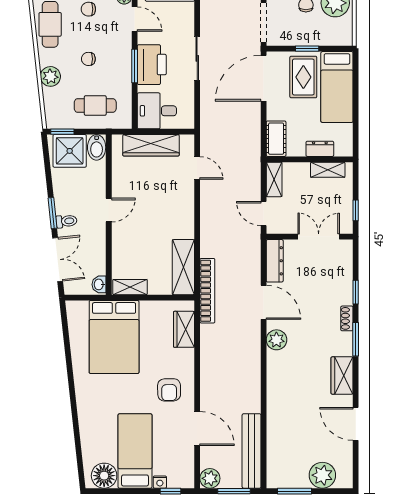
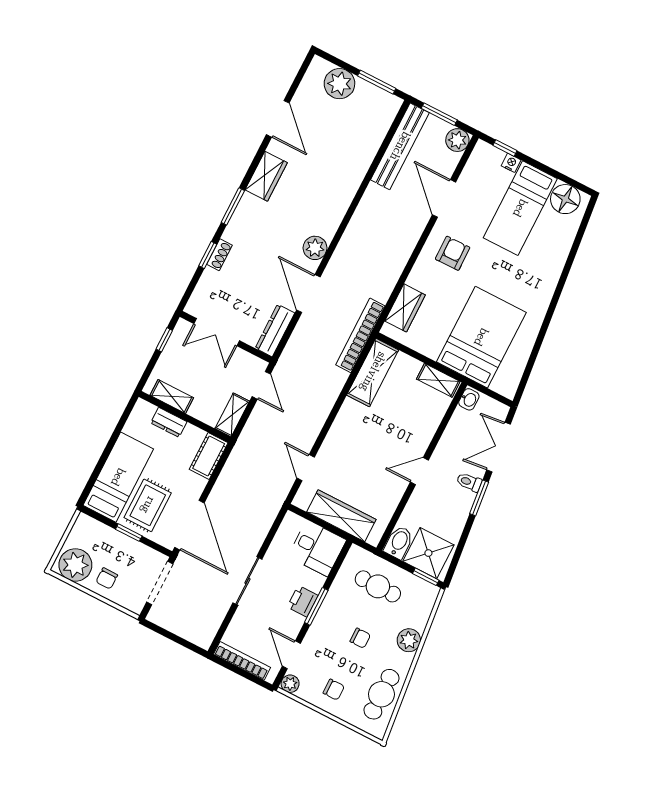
printer: (152, 65) -> (303, 601), width x0.53, depth x0.68
door: (264, 78) -> (189, 525), hinge flipped
shoe rack: (347, 318) -> (219, 255), moved

